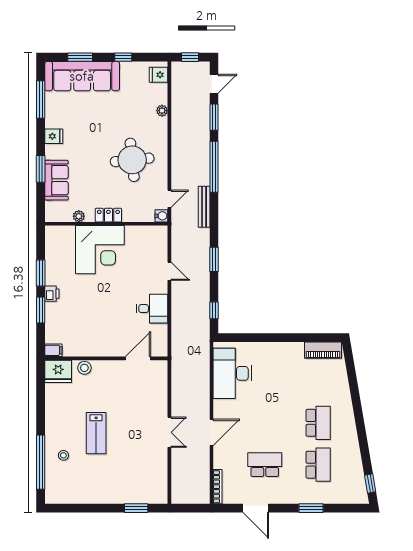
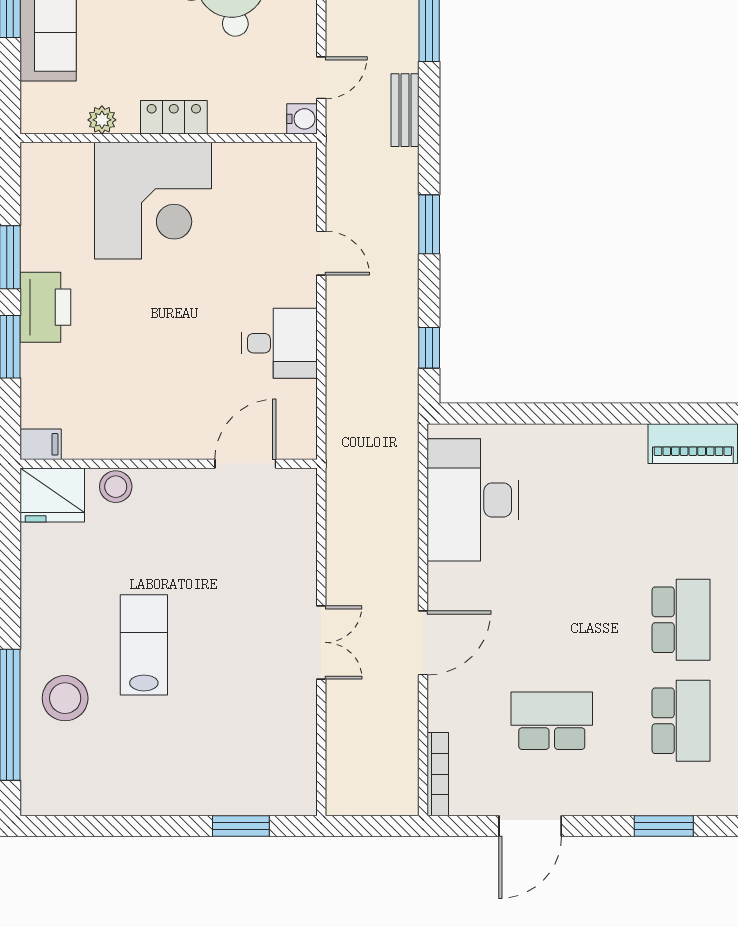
bench: (204, 207) -> (405, 110), width x0.73
printer: (52, 294) -> (45, 307), width x1.87, depth x1.48
lab bench: (96, 433) -> (144, 645), turned 180
stool: (63, 455) -> (65, 698), width x1.89, depth x1.89
door: (256, 508) -> (530, 826), hinge flipped

